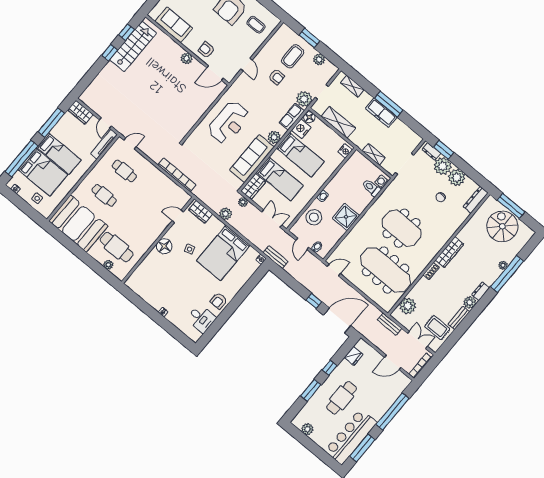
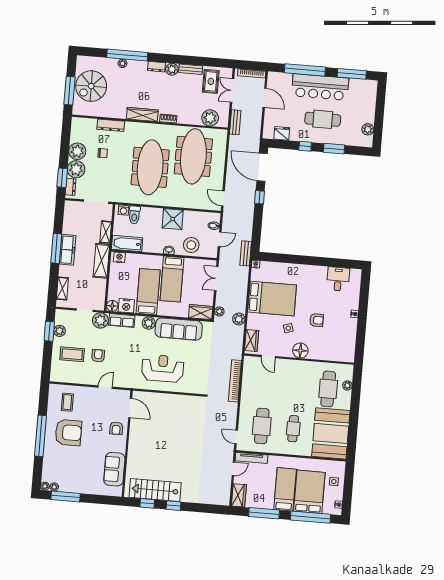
window: (309, 38) -> (49, 331), moved
plant: (187, 58) -> (134, 440), removed
shelving: (338, 122) -> (101, 261), moved
bathtub: (352, 165) -> (127, 244), added
cafe table: (124, 171) -> (262, 426), width x1.37, depth x1.35
bed: (280, 179) -> (172, 279), moved, turned 180
dresser: (476, 200) -> (111, 125), moved
meeting table: (402, 228) -> (150, 167), width x1.36
armchair: (219, 301) -> (317, 320), moved
bar counter: (351, 437) -> (320, 87), moved

